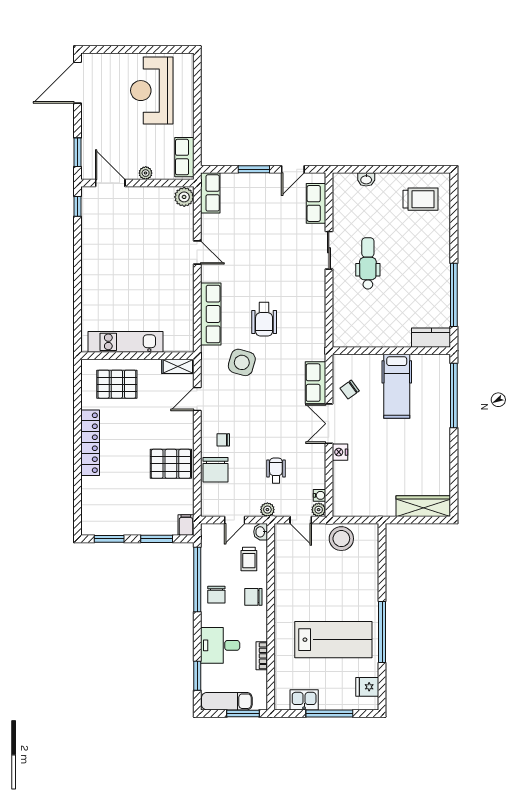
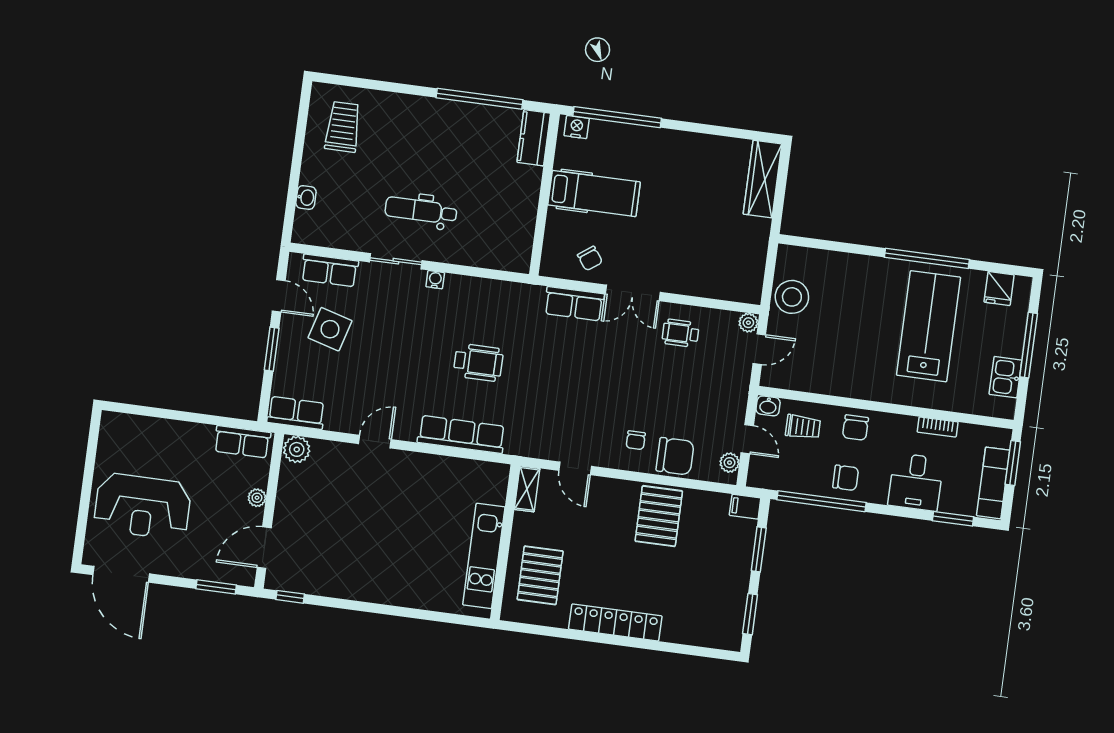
reception desk: (152, 91) -> (143, 506), moved
side table: (242, 362) -> (330, 329), moved
nightstand: (340, 452) -> (577, 127), moved, turned 180
wheelchair: (276, 471) -> (681, 333), moved
water cooler: (320, 495) -> (435, 280), moved
plant: (267, 510) -> (730, 463), moved

